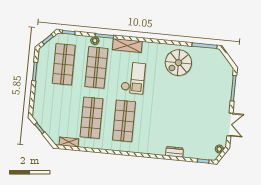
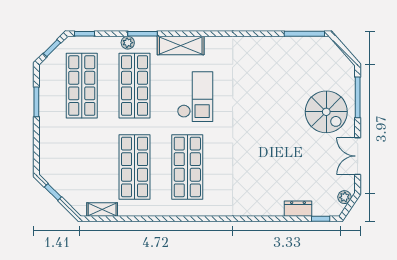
spiral stairs: (178, 63) -> (326, 112), moved, turned -90
double door: (230, 124) -> (358, 156), swing flipped
dresser: (174, 152) -> (298, 209), moved

